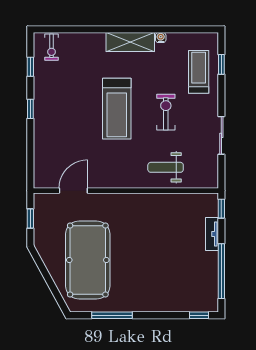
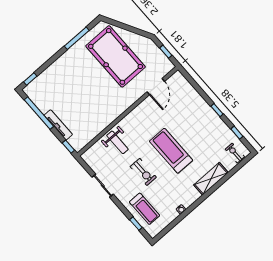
shelving: (130, 42) -> (211, 179), moved
weight bench: (166, 167) -> (117, 142), turned 90
tv unit: (212, 234) -> (58, 125), width x1.41

